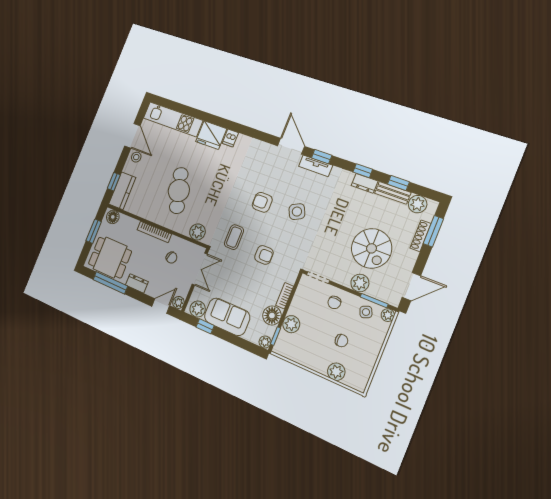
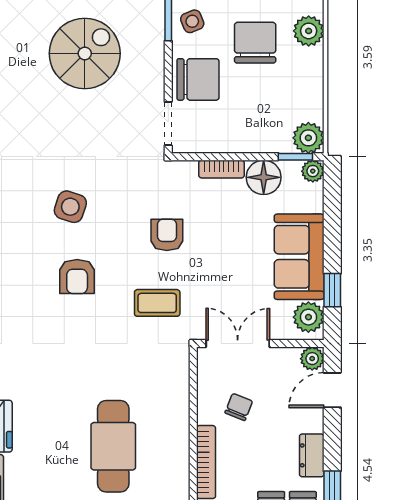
cafe table: (179, 191) -> (113, 446), turned -73
side table: (297, 212) -> (70, 207), turned 45
plant: (197, 232) -> (174, 377), removed
plant: (360, 283) -> (149, 50), removed
chair: (334, 302) -> (198, 79), width x1.87, depth x1.87
door: (161, 306) -> (332, 390), hinge flipped
plant: (291, 324) -> (308, 138), moved
chair: (341, 341) -> (255, 43), width x1.87, depth x1.87

